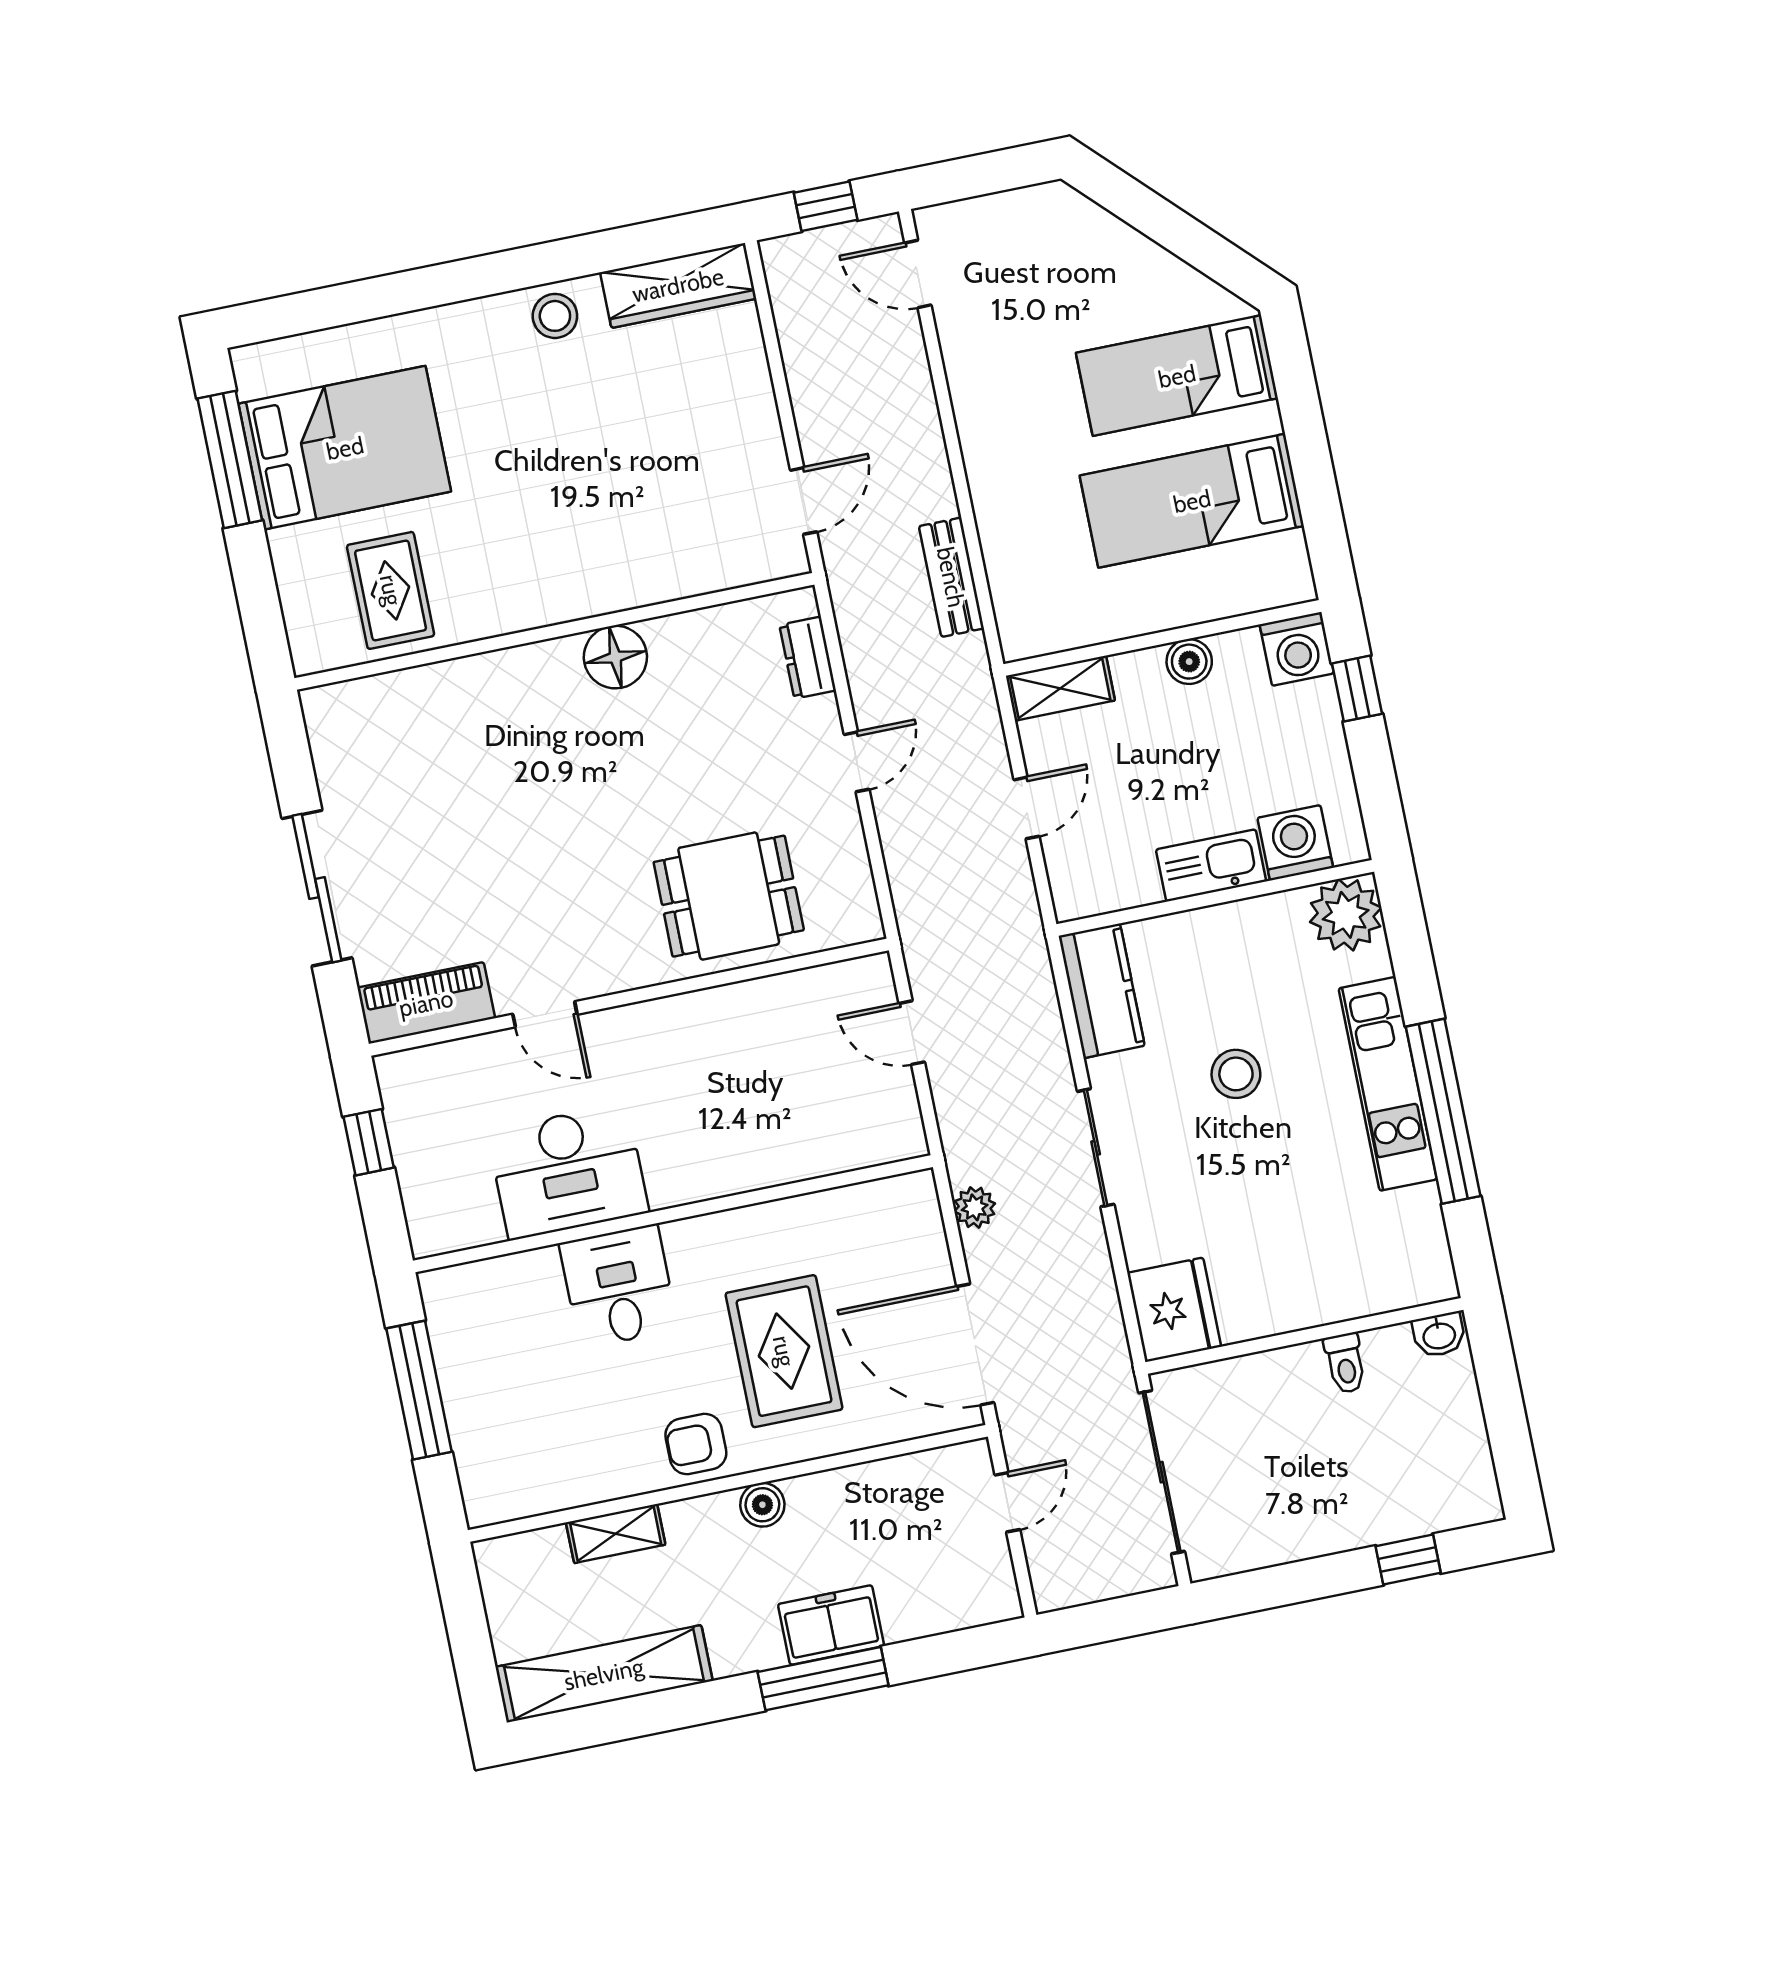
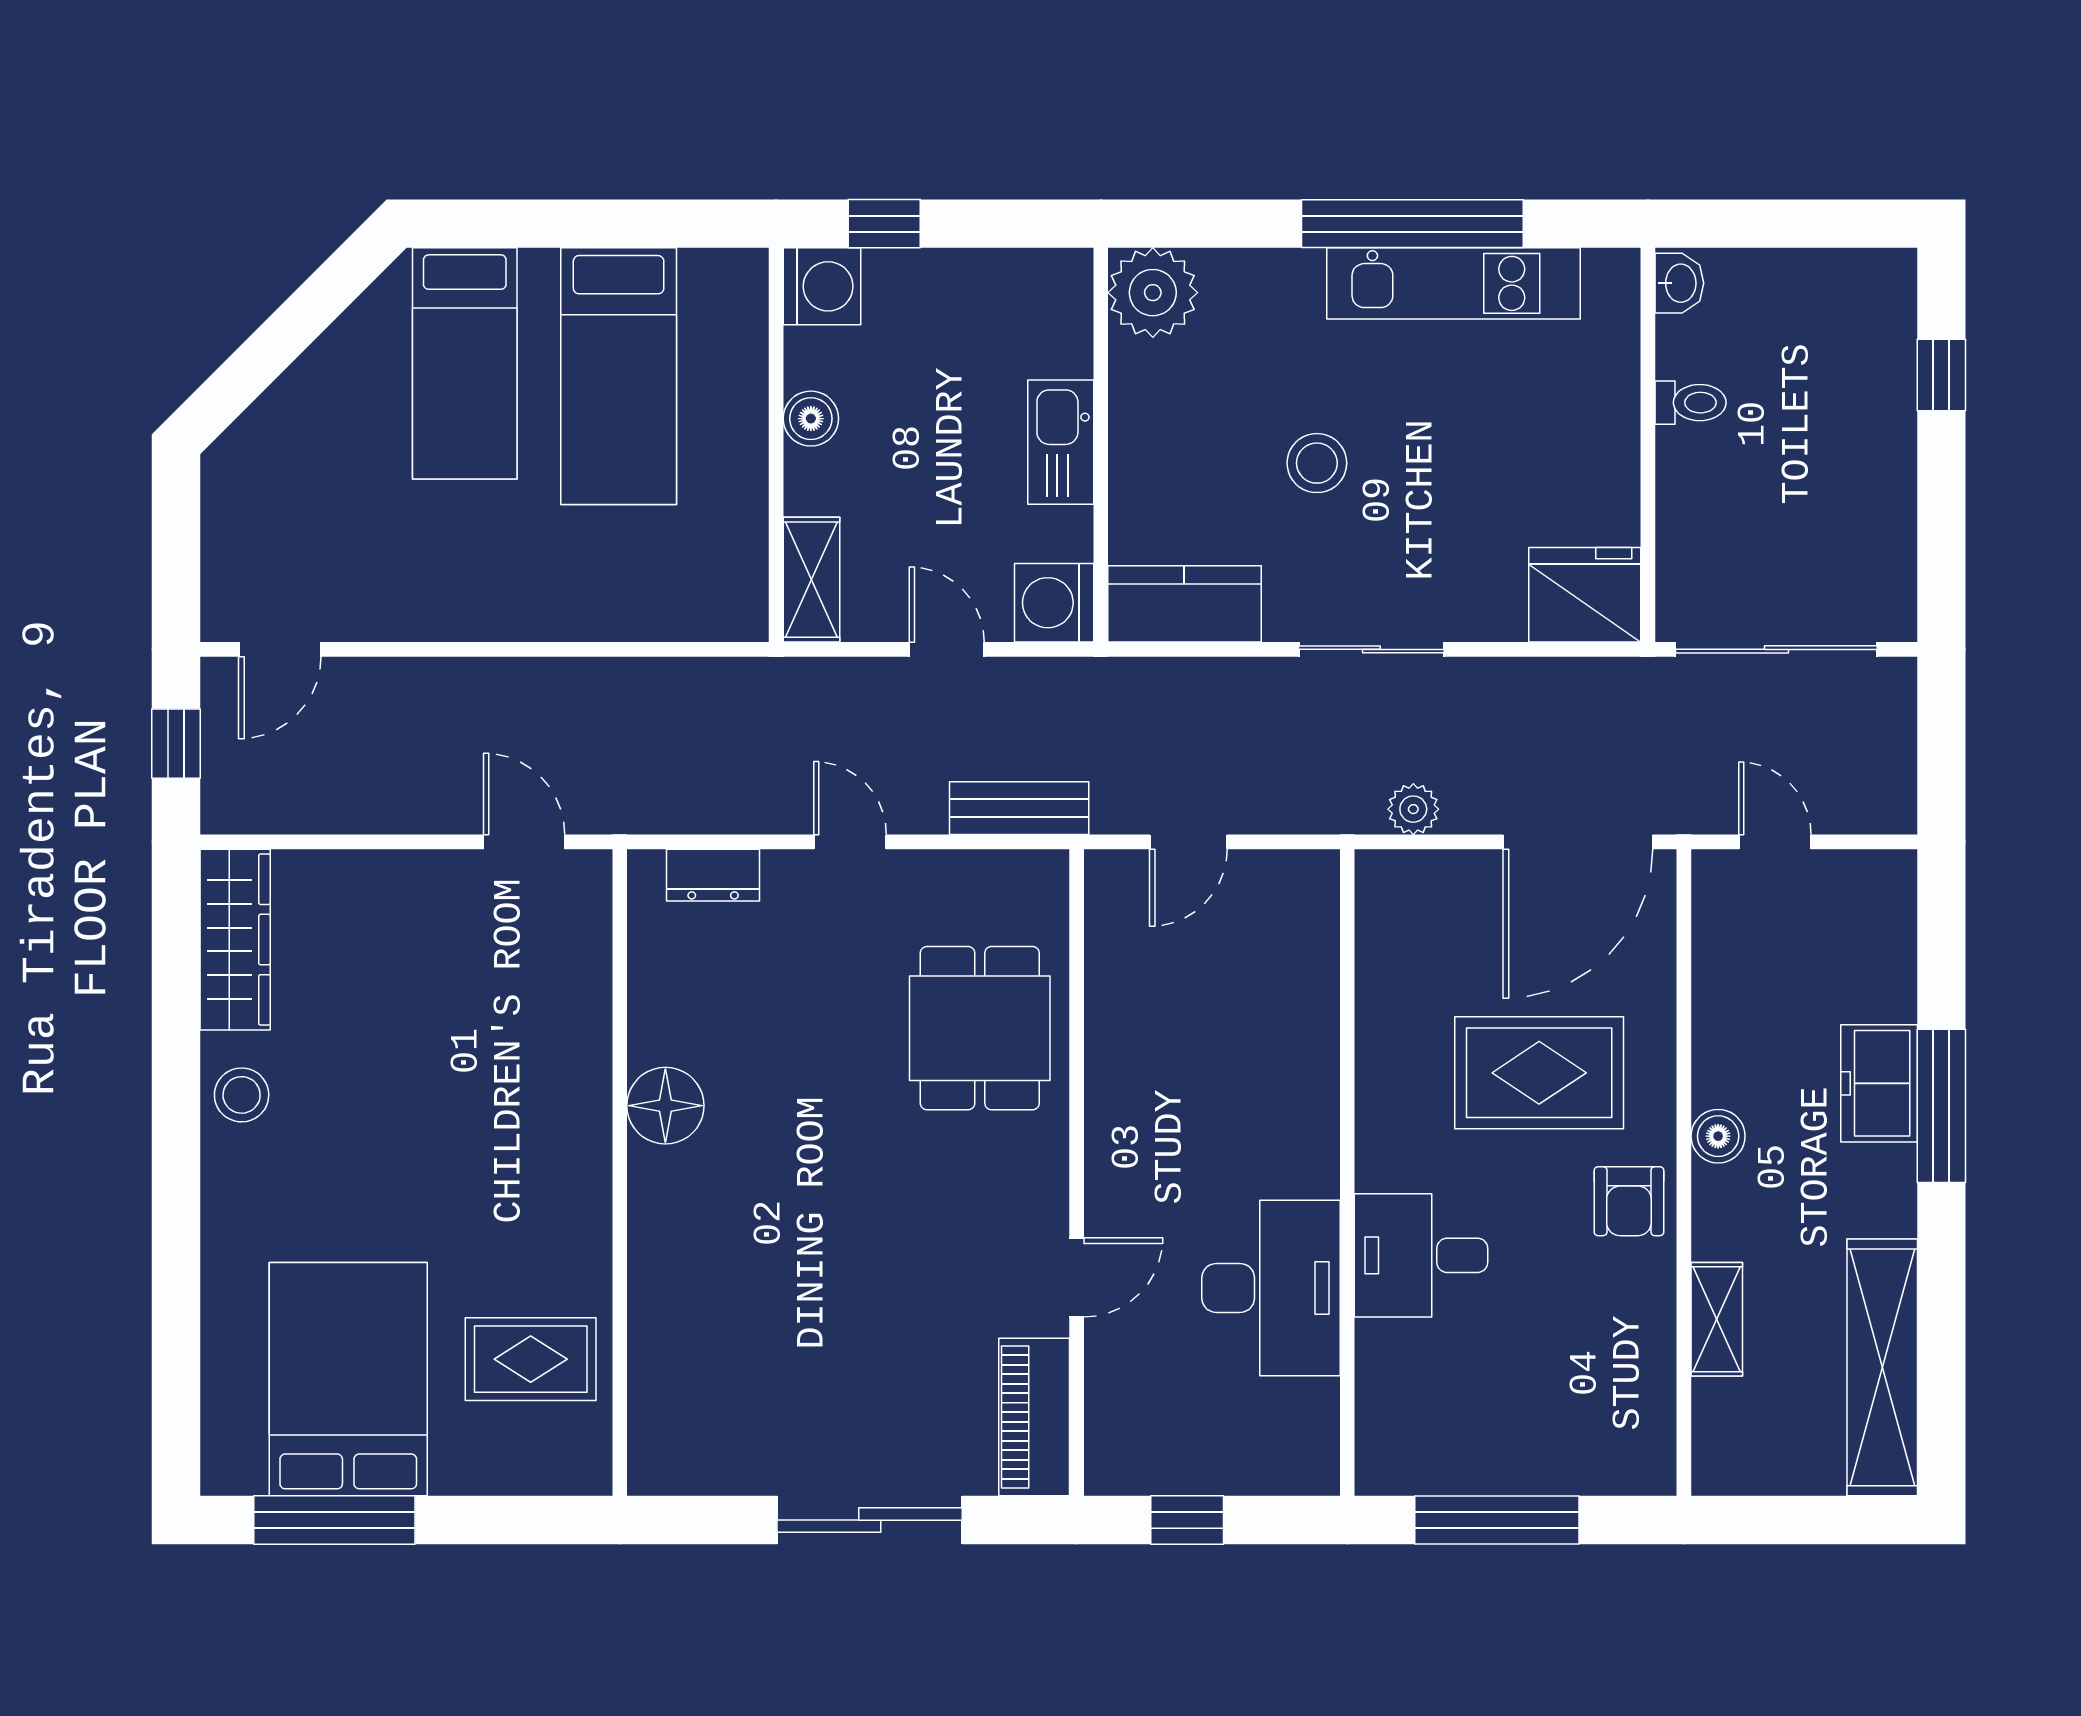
bench: (951, 577) -> (1019, 808), moved
washing machine: (1295, 843) -> (1054, 603), moved
kitchen unit: (1388, 1084) -> (1454, 283), moved

